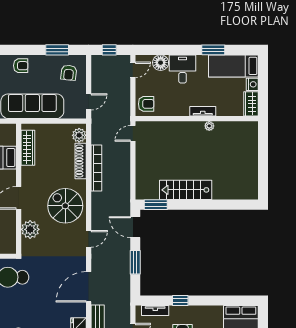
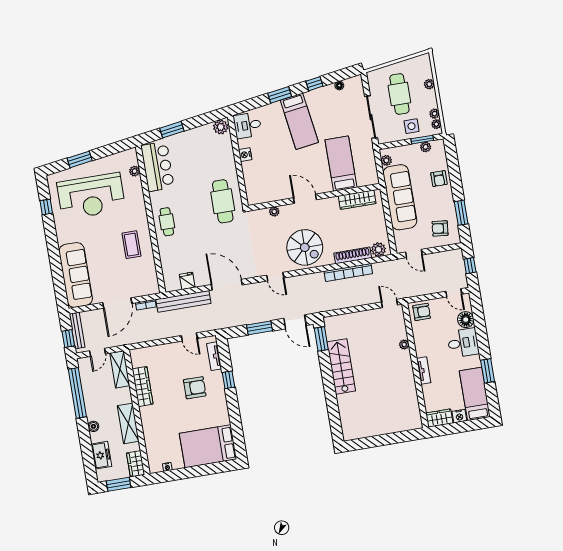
armchair: (146, 104) -> (422, 312), turned -90
plant: (209, 126) -> (404, 344), moved
spiral stairs: (65, 206) -> (305, 247), turned 90
door: (135, 227) -> (295, 322), swing flipped
plant: (30, 229) -> (274, 212), width x0.53, depth x0.53

